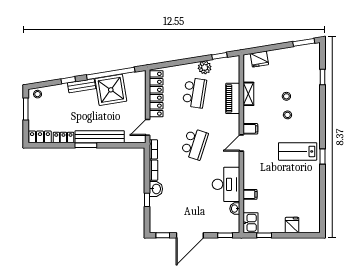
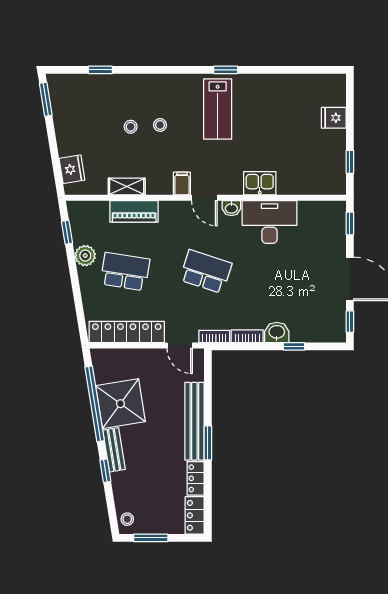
filing cabinet: (250, 194) -> (285, 184), removed
washbasin: (235, 209) -> (231, 208), moved
kitchen sink: (251, 223) -> (260, 183), moved

